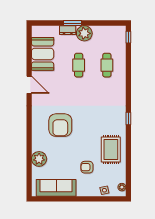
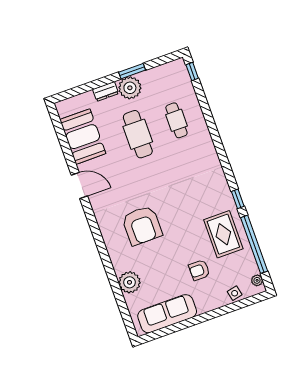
window: (73, 23) -> (132, 71), moved
cafe table: (79, 65) -> (138, 134), width x1.37, depth x1.35
window: (128, 118) -> (238, 199), moved
window: (128, 163) -> (254, 244), added

